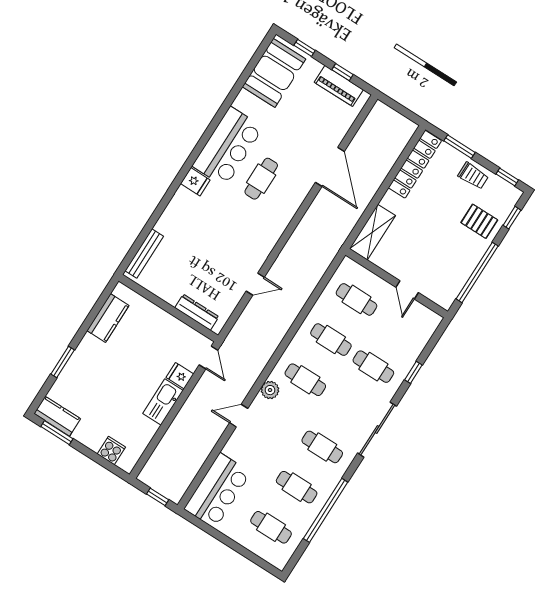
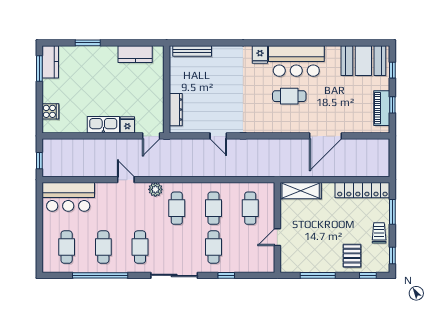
trolley: (473, 176) -> (379, 233), turned 180
window: (477, 272) -> (318, 275), width x0.68

